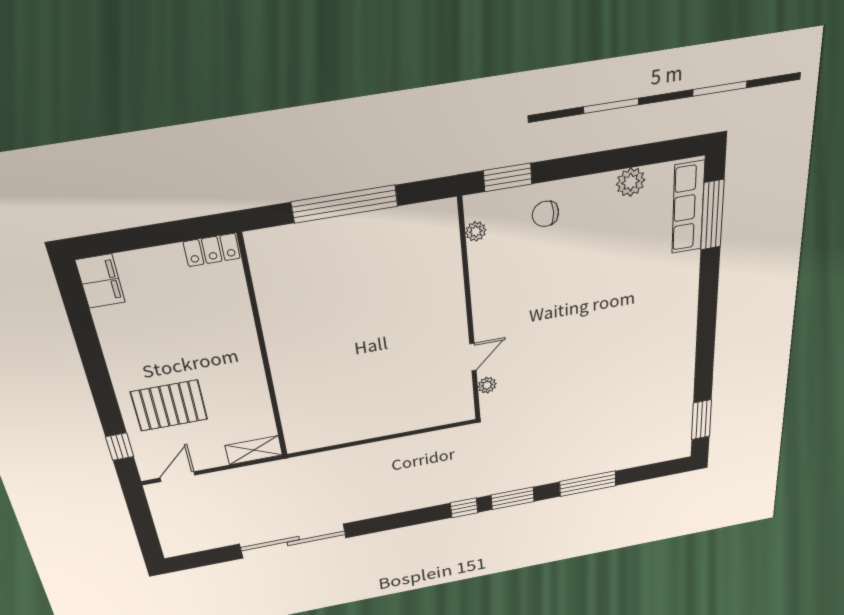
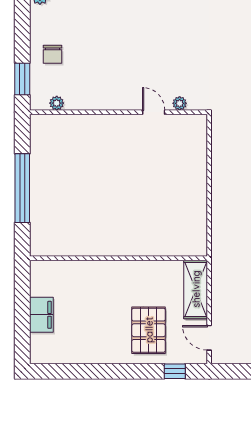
locker: (212, 250) -> (39, 278), removed
filing cabinet: (100, 281) -> (41, 315), moved, turned 90
shelving: (254, 450) -> (196, 289), width x1.50, depth x1.33

